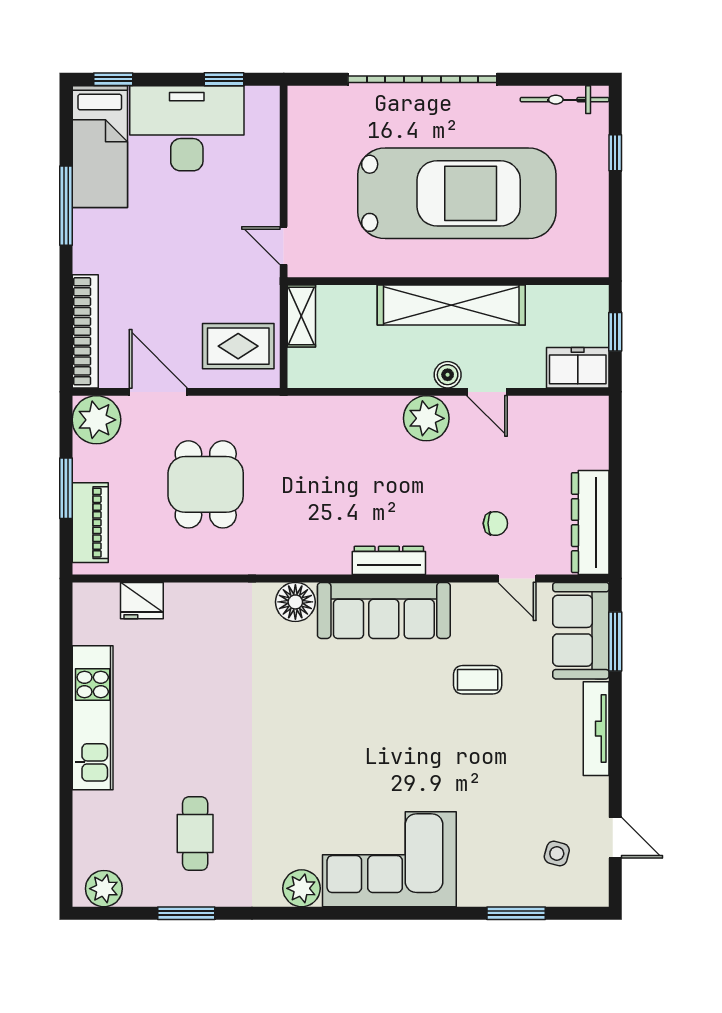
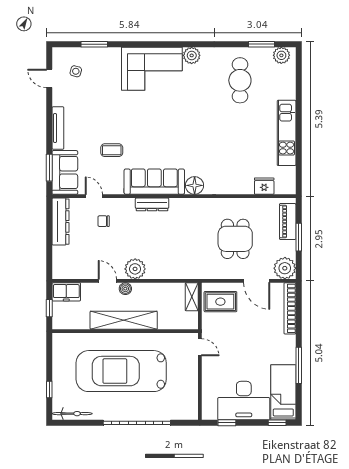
shelving: (301, 316) -> (192, 297), moved
cafe table: (195, 834) -> (240, 80), width x1.37, depth x1.35
window: (186, 913) -> (262, 44), moved

